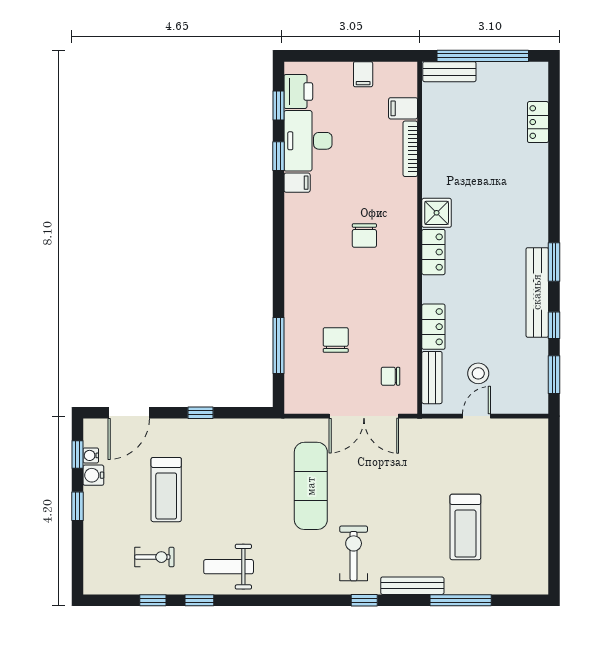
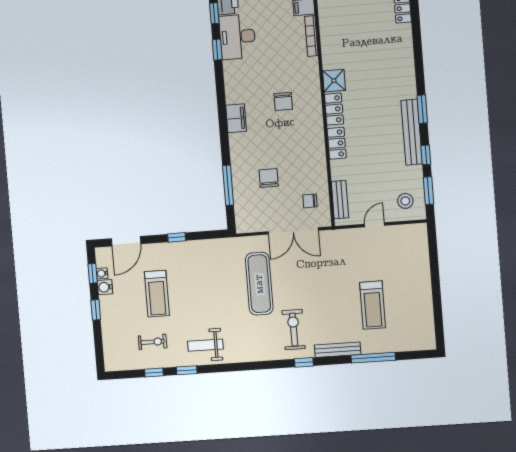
filing cabinet: (297, 183) -> (236, 118), moved, width x2.00
locker: (433, 327) -> (337, 143), moved
stool: (478, 373) -> (405, 201), moved

